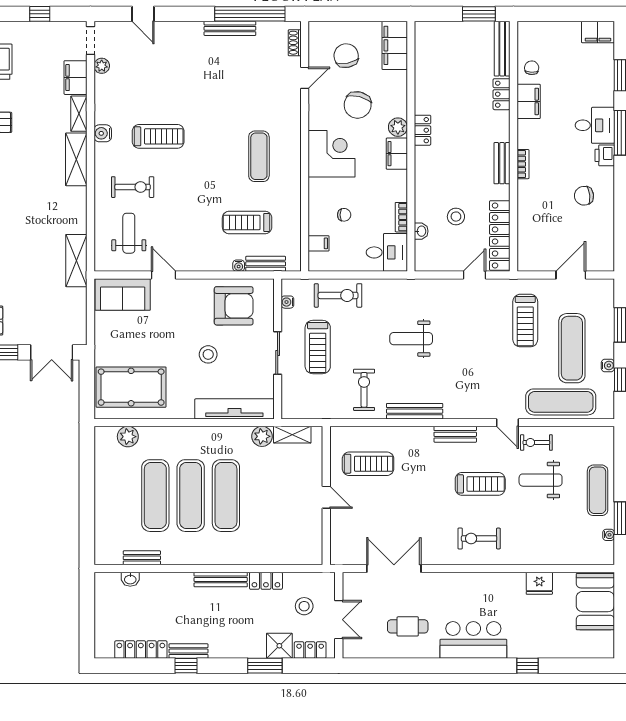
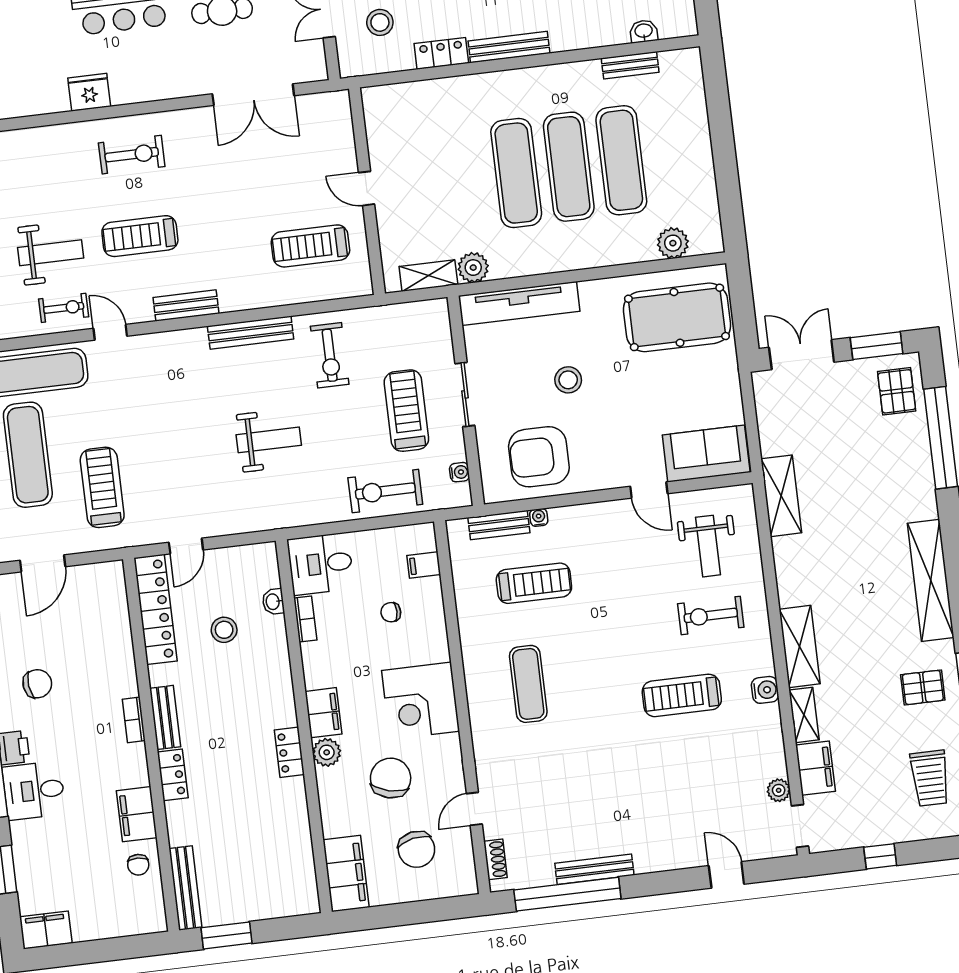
locker: (502, 94) -> (173, 775), moved
fridge: (539, 583) -> (89, 92), moved

